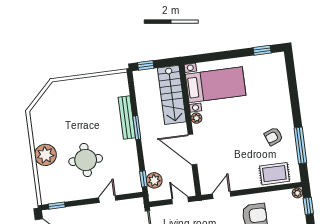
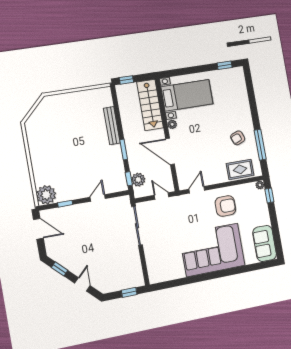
window: (137, 128) -> (124, 149), moved
plant: (45, 155) -> (46, 195), moved
round table: (86, 160) -> (77, 164), removed
window: (57, 206) -> (65, 204), moved

